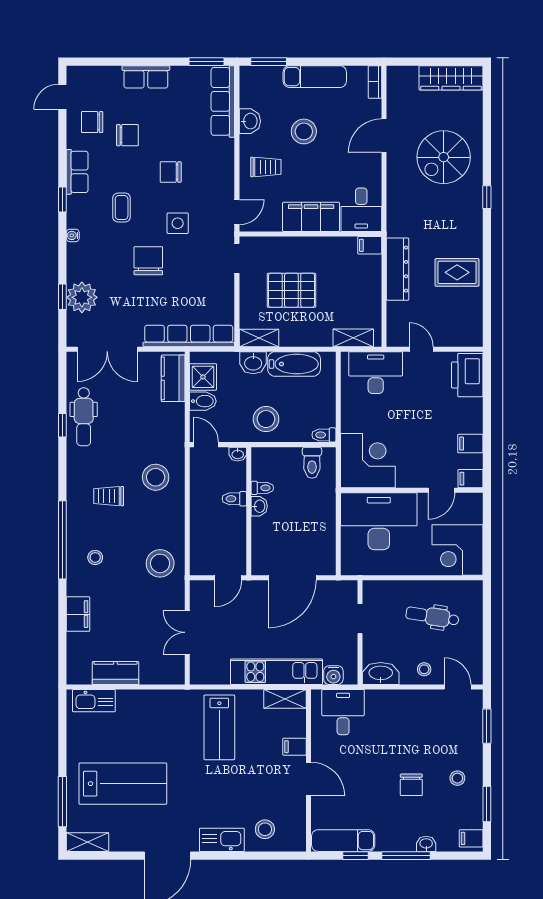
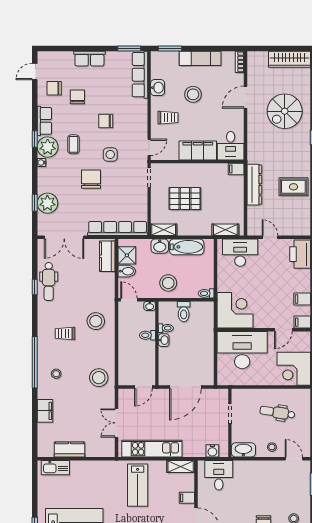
chair: (127, 135) -> (77, 97), turned -90
plant: (82, 212) -> (48, 147), added
toilet: (312, 463) -> (184, 312), moved
kitchen unit: (276, 672) -> (152, 449), moved

